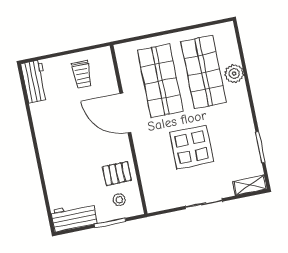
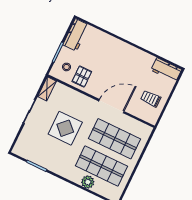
shelving: (250, 185) -> (47, 89), moved

